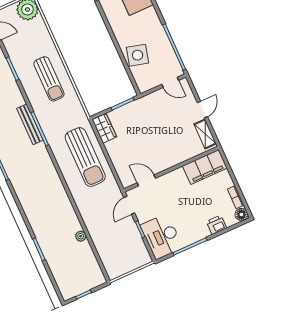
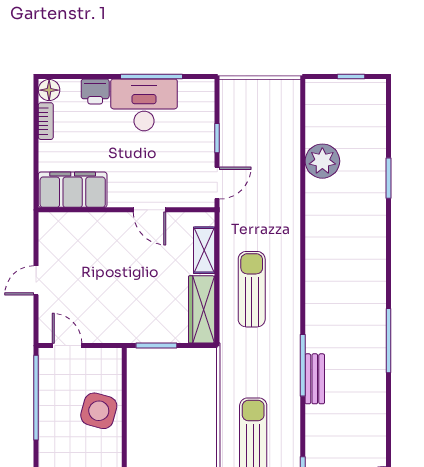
bench: (30, 124) -> (315, 379), width x0.73
wardrobe: (104, 128) -> (202, 309), width x1.50
shelving: (205, 134) -> (204, 250), moved
sun lounger: (85, 157) -> (252, 289), width x0.73, depth x0.75
door: (146, 180) -> (150, 210), moved
plant: (81, 236) -> (322, 161), width x1.88, depth x1.88
desk: (162, 236) -> (144, 105), moved, turned -90

